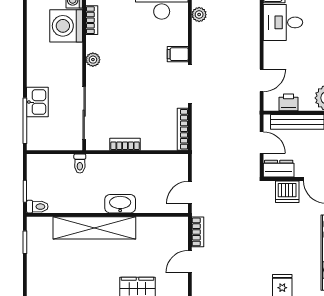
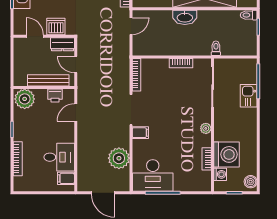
plant: (199, 15) -> (119, 158), width x1.87, depth x1.87

